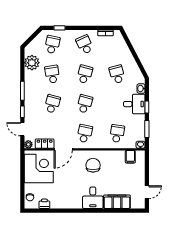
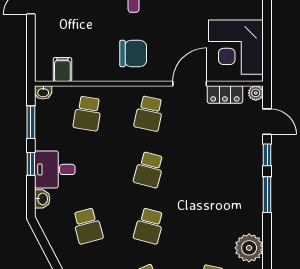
school desk: (52, 74) -> (210, 226), removed
school desk: (52, 104) -> (210, 170), removed
chair: (93, 165) -> (133, 54), turned -90

